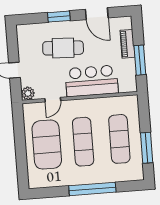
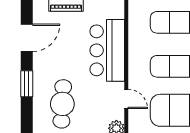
cafe table: (63, 48) -> (62, 104), moved

